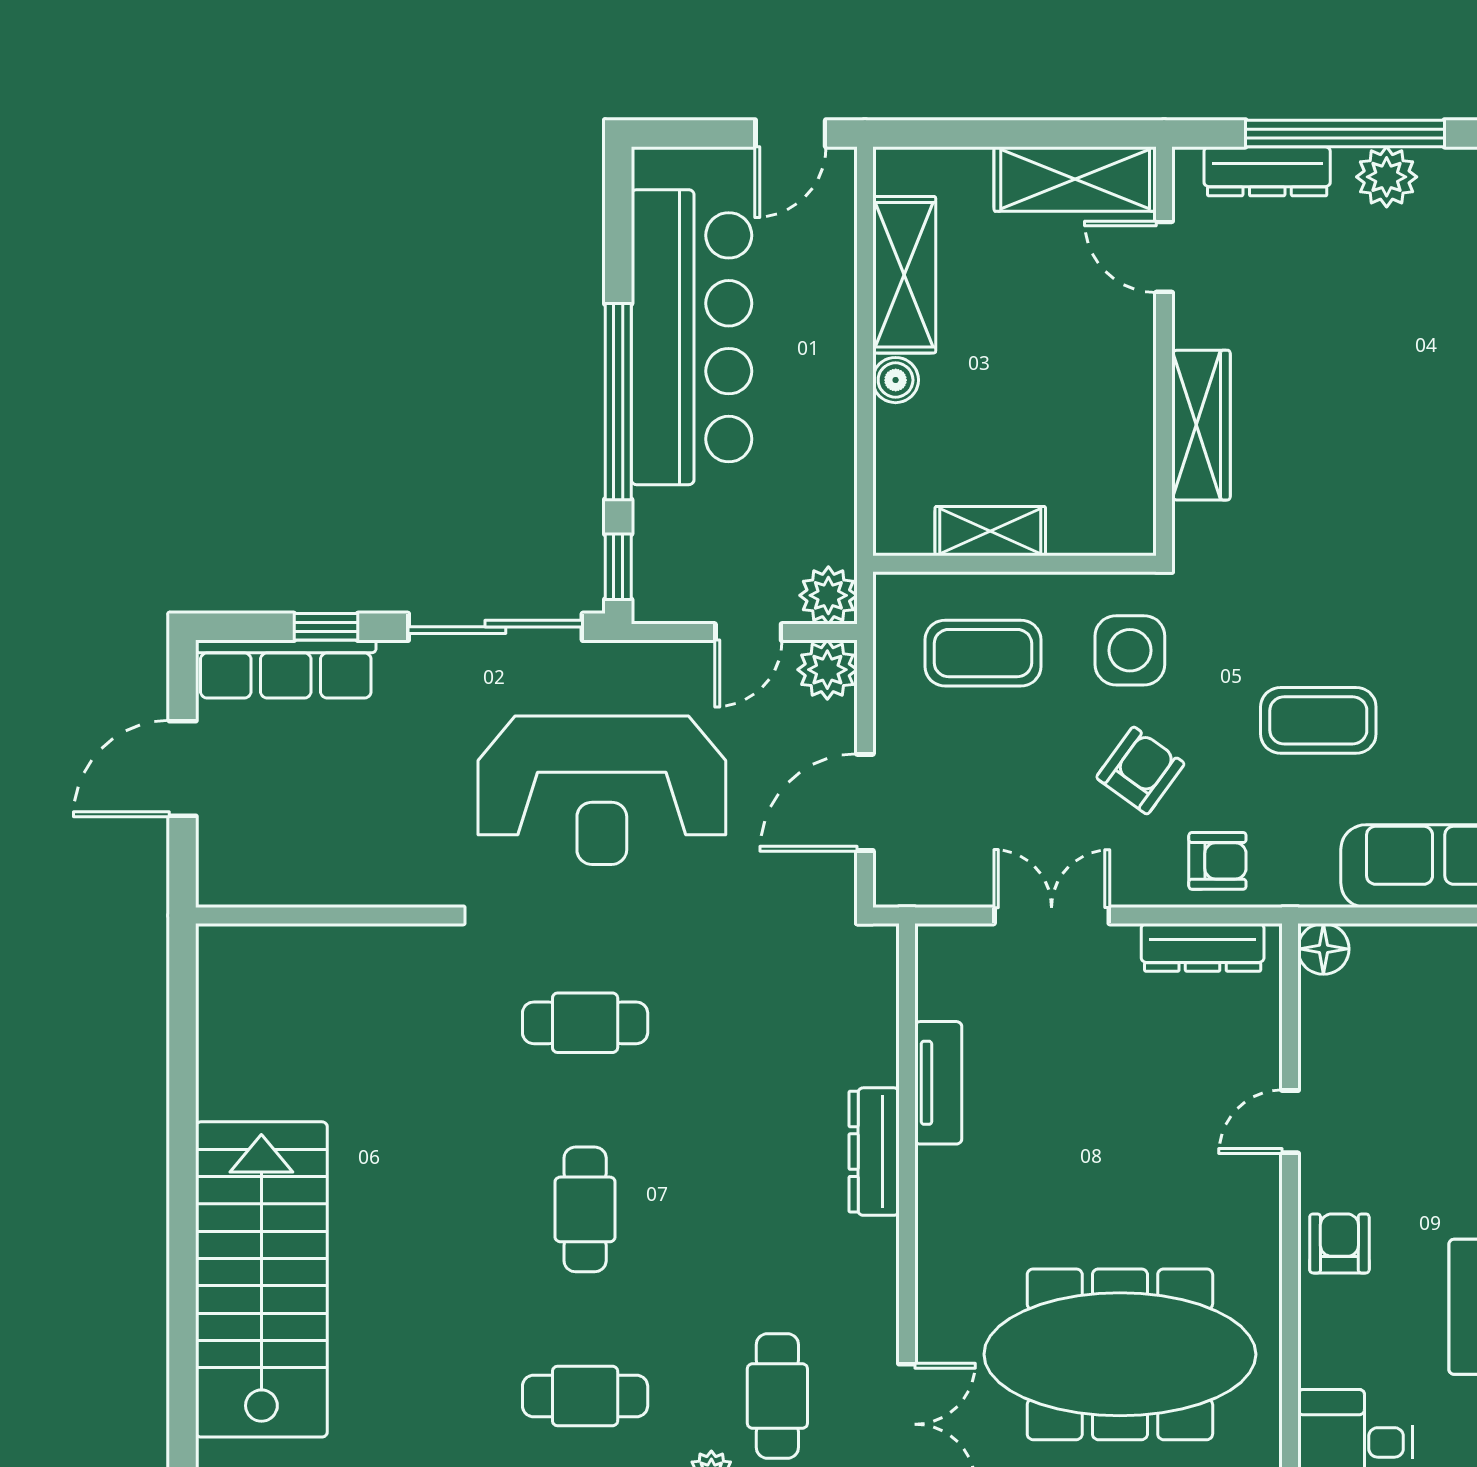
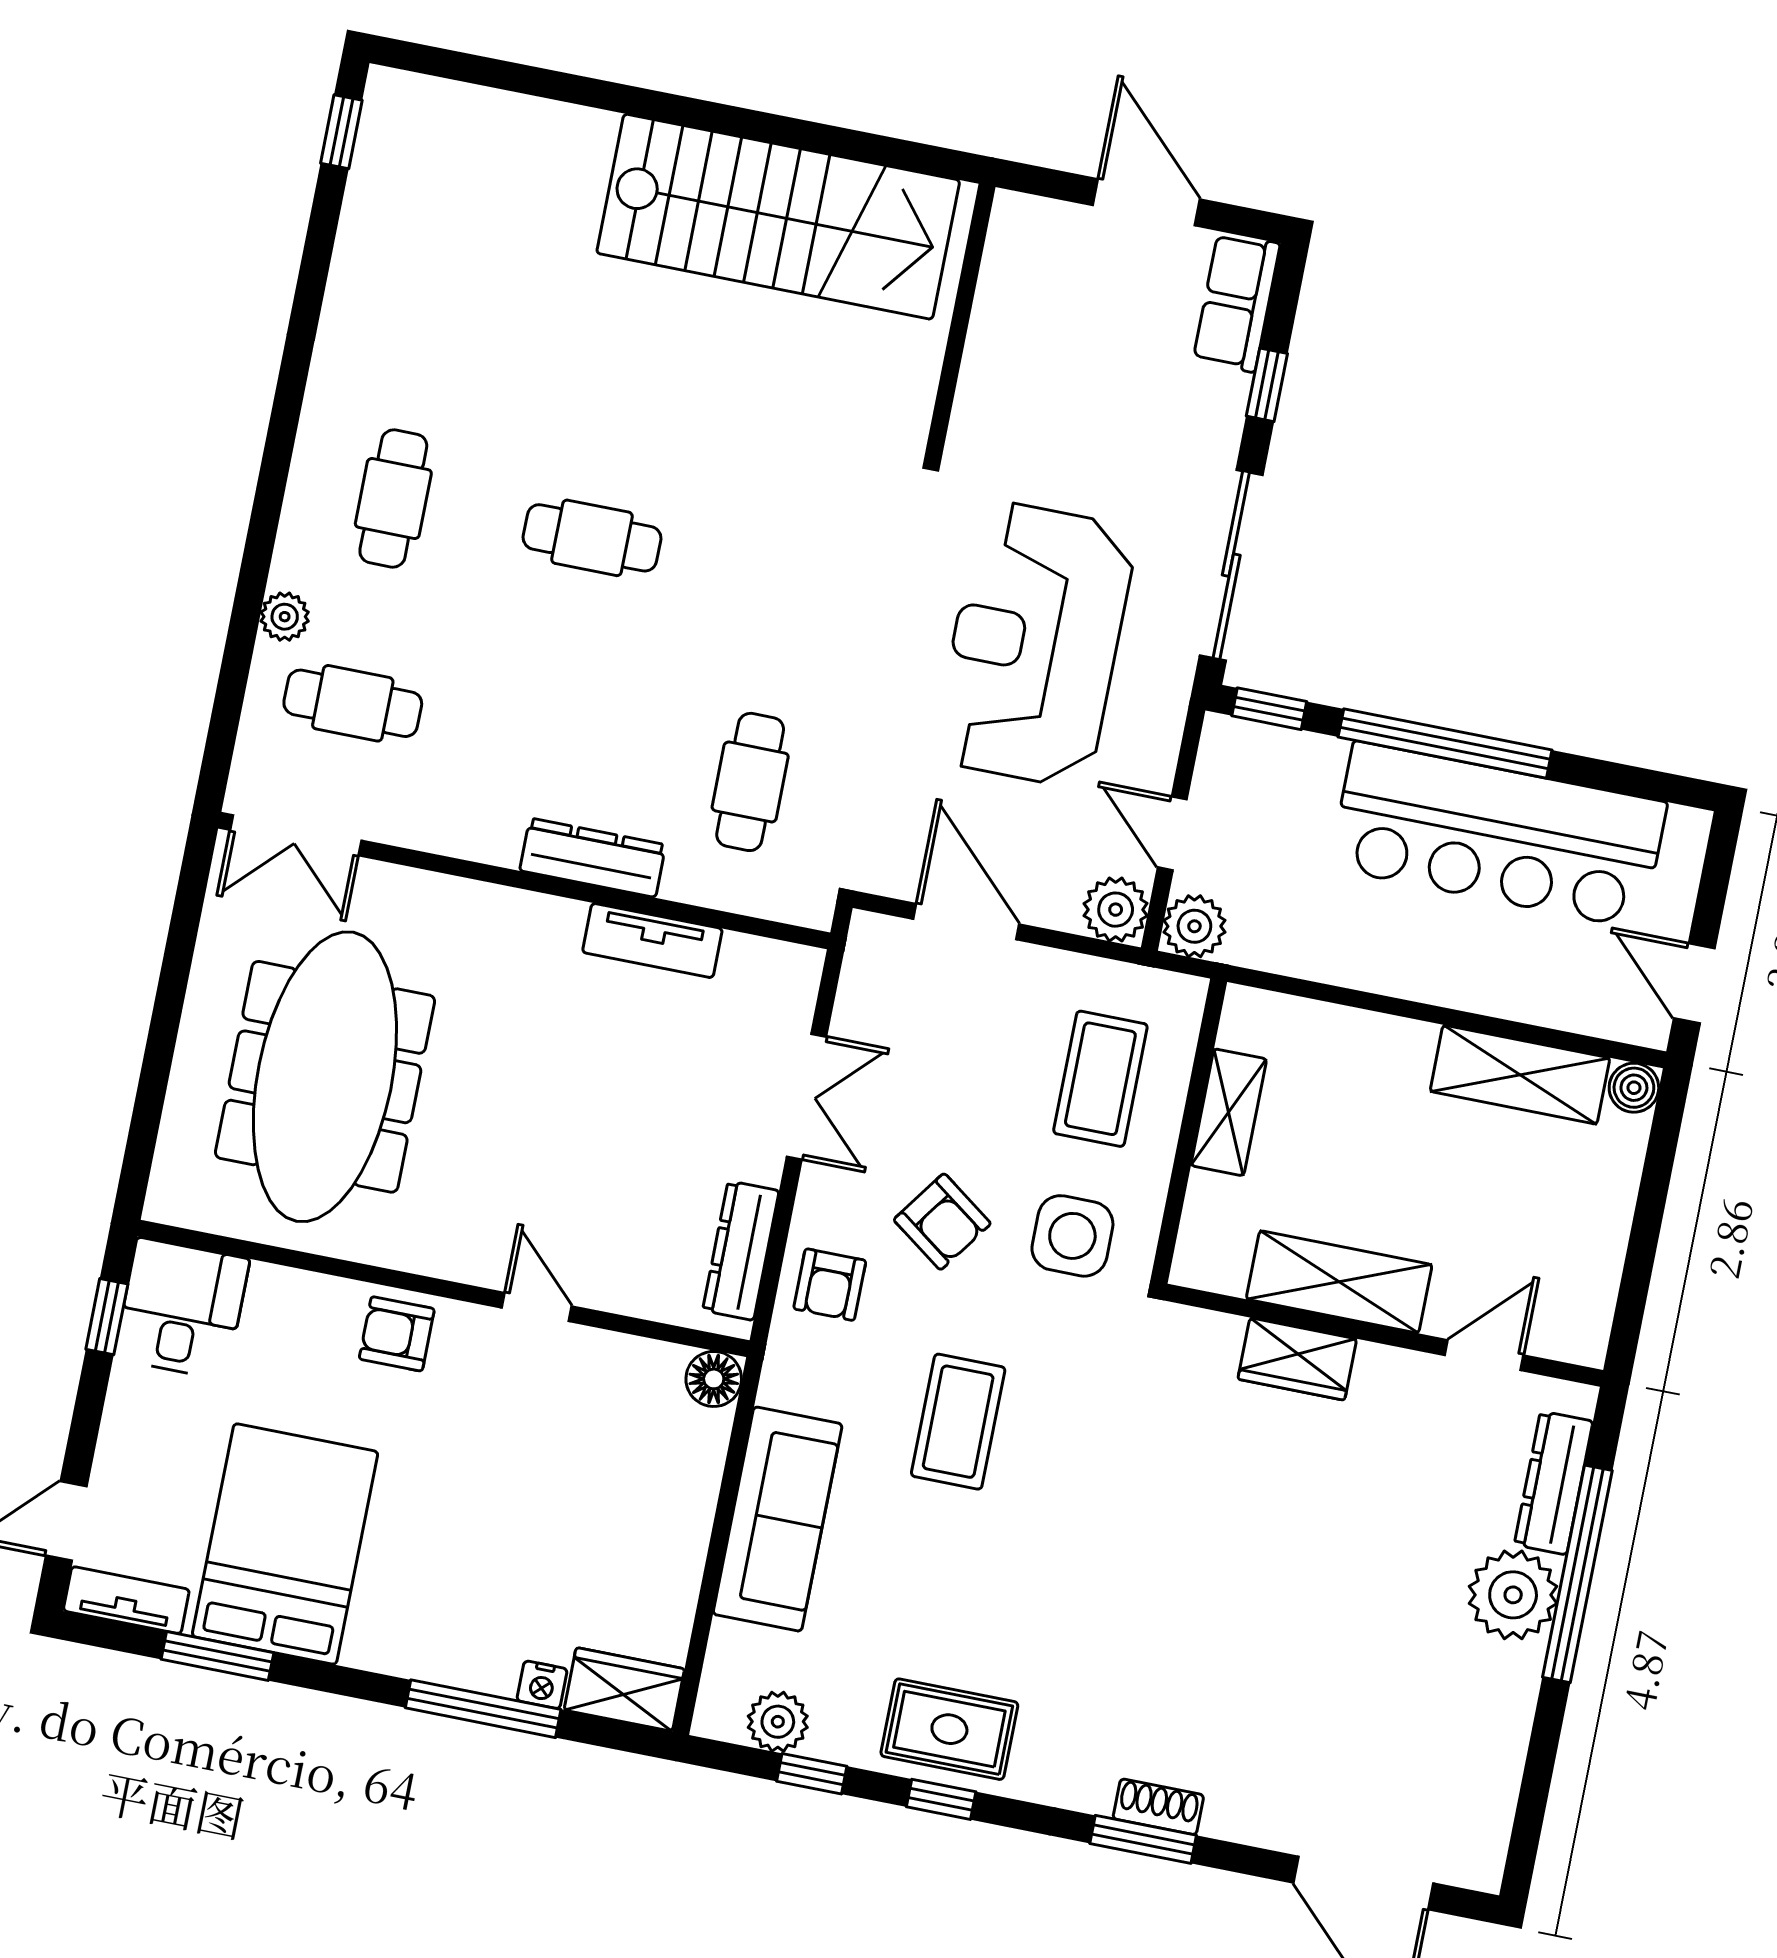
plant: (1387, 177) -> (1513, 1595), width x1.36, depth x1.36
shelving: (1075, 179) -> (1339, 1282), moved, turned 90
boiler: (896, 380) -> (1634, 1088), moved
wardrobe: (1201, 425) -> (1297, 1359), width x0.67
row of seats: (286, 669) -> (1237, 302), width x0.68
cafe table: (585, 1023) -> (750, 782), moved
armchair: (1339, 1243) -> (397, 1334), turned 180
stairs: (261, 1279) -> (778, 217), moved

